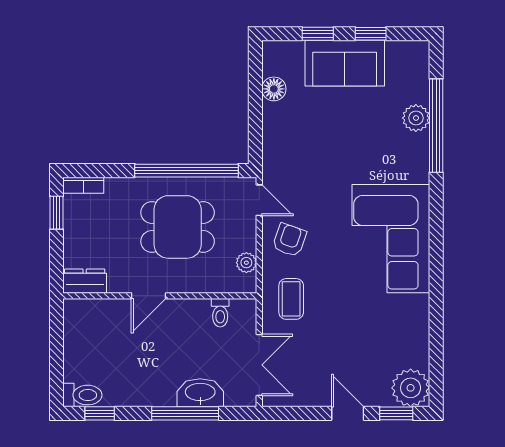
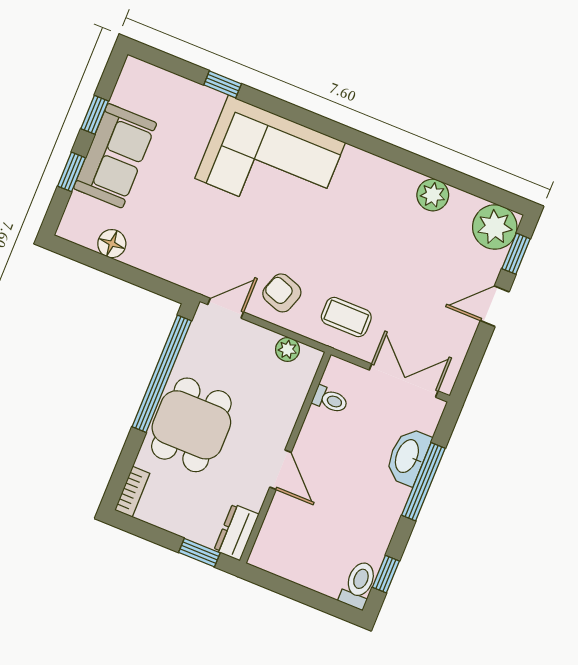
plant: (416, 118) -> (433, 195), moved
window: (436, 126) -> (223, 84), width x0.32
window: (56, 213) -> (199, 553), moved
dining table: (178, 227) -> (191, 425), moved
corner sofa: (391, 239) -> (270, 160), moved

